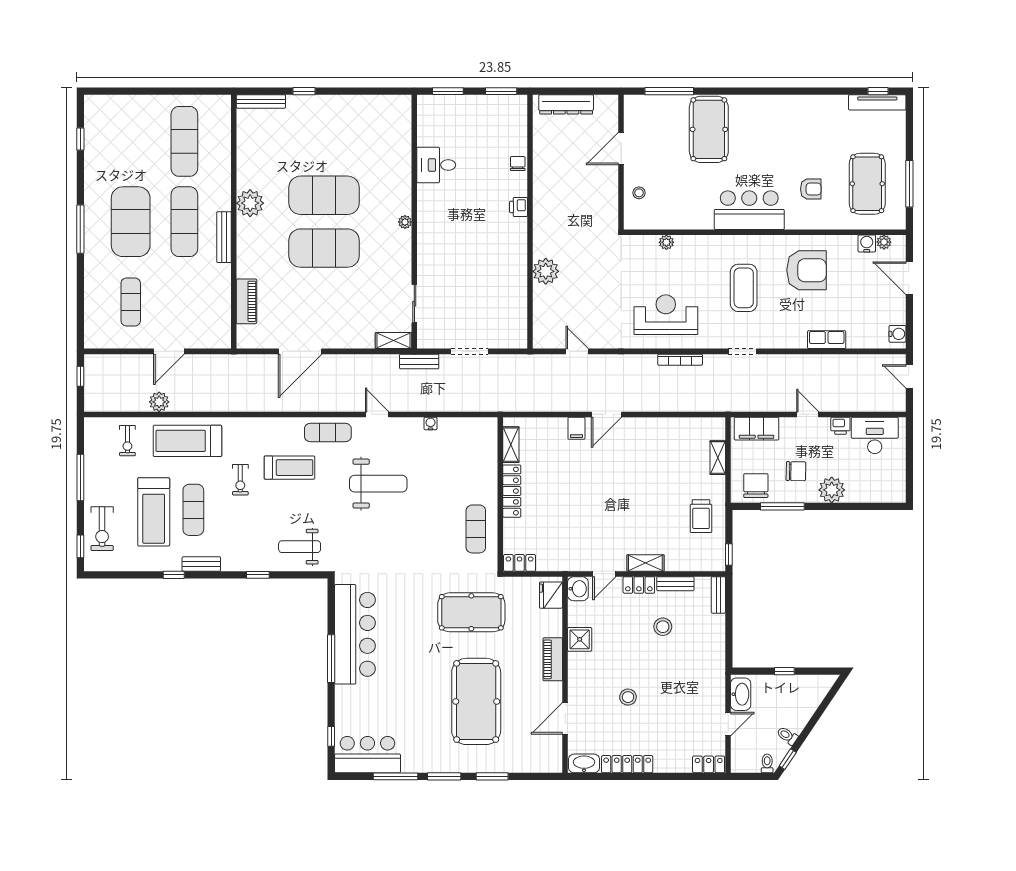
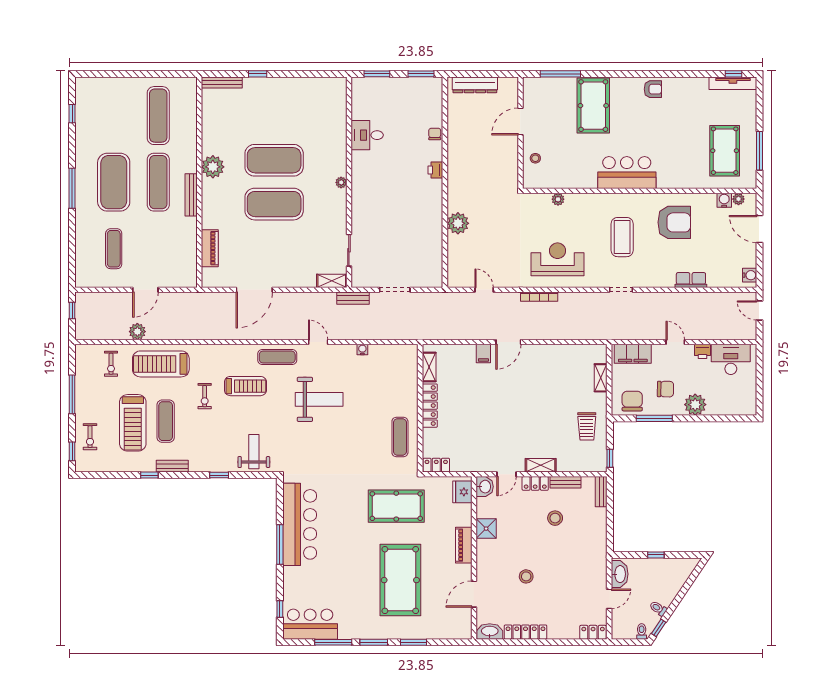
armchair: (811, 189) -> (653, 89), moved
bookcase: (680, 360) -> (539, 297), moved
exercise bike: (102, 529) -> (90, 437), width x0.73, depth x0.72
weight bench: (300, 547) -> (254, 452), turned 90

